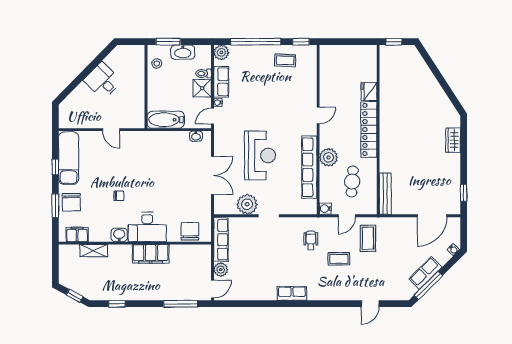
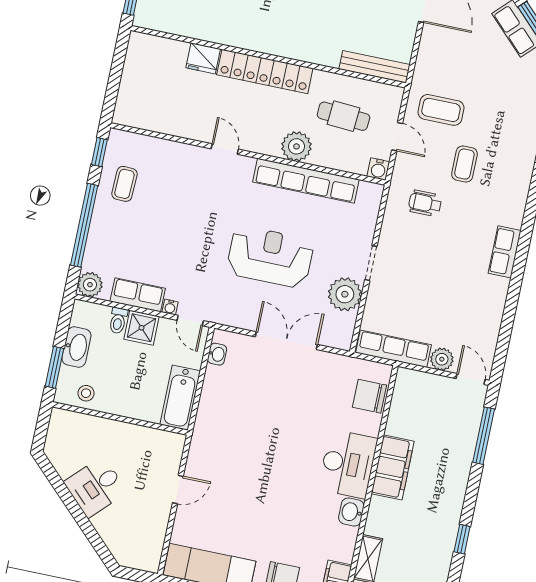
chair: (119, 196) -> (288, 499), removed

